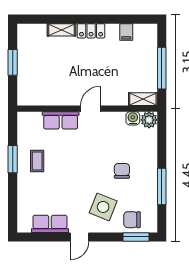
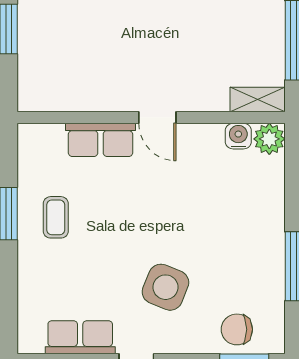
door: (90, 109) -> (157, 117), swing flipped
chair: (122, 171) -> (217, 236), removed
side table: (103, 207) -> (165, 287), moved

